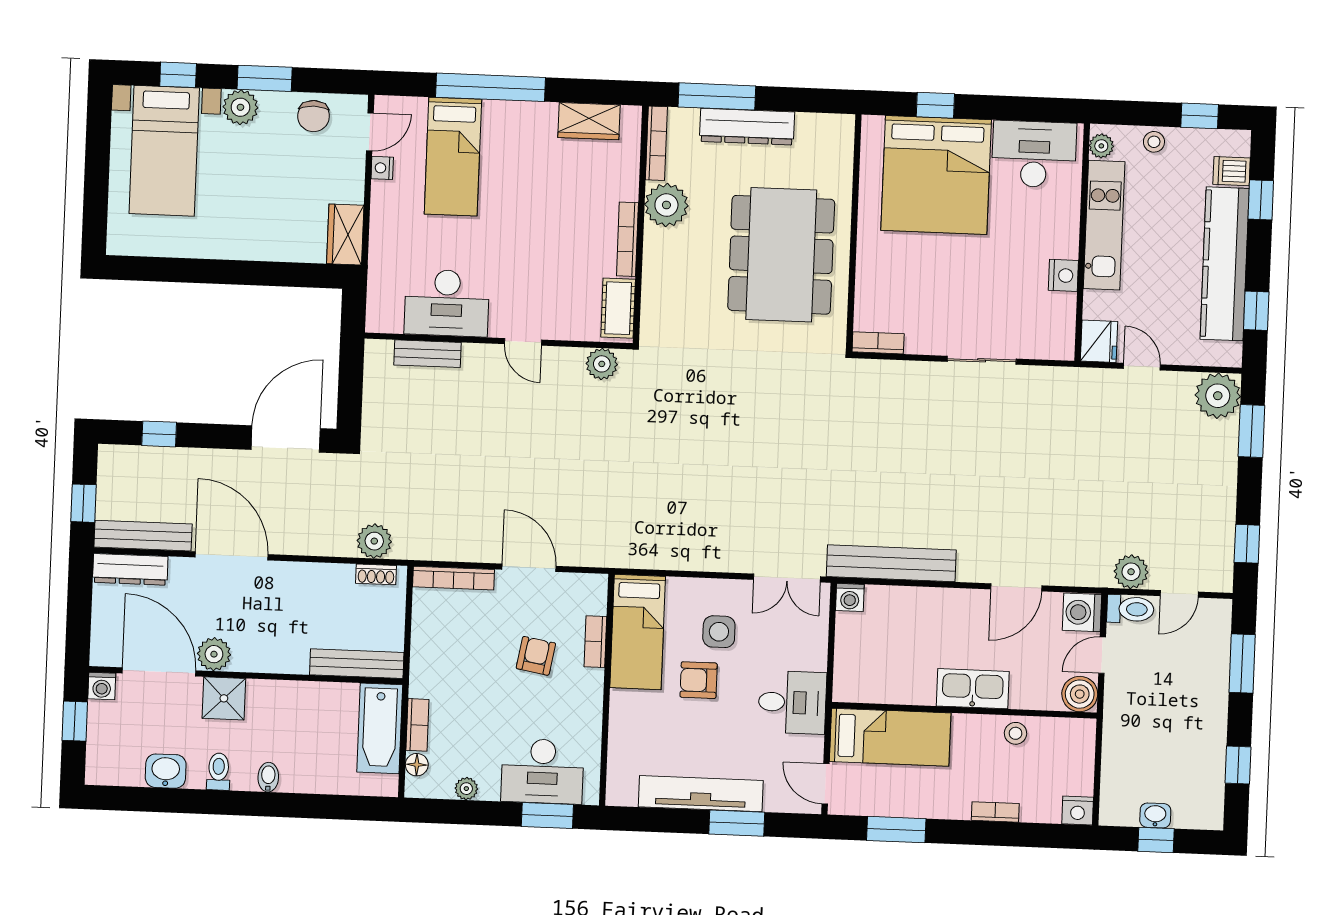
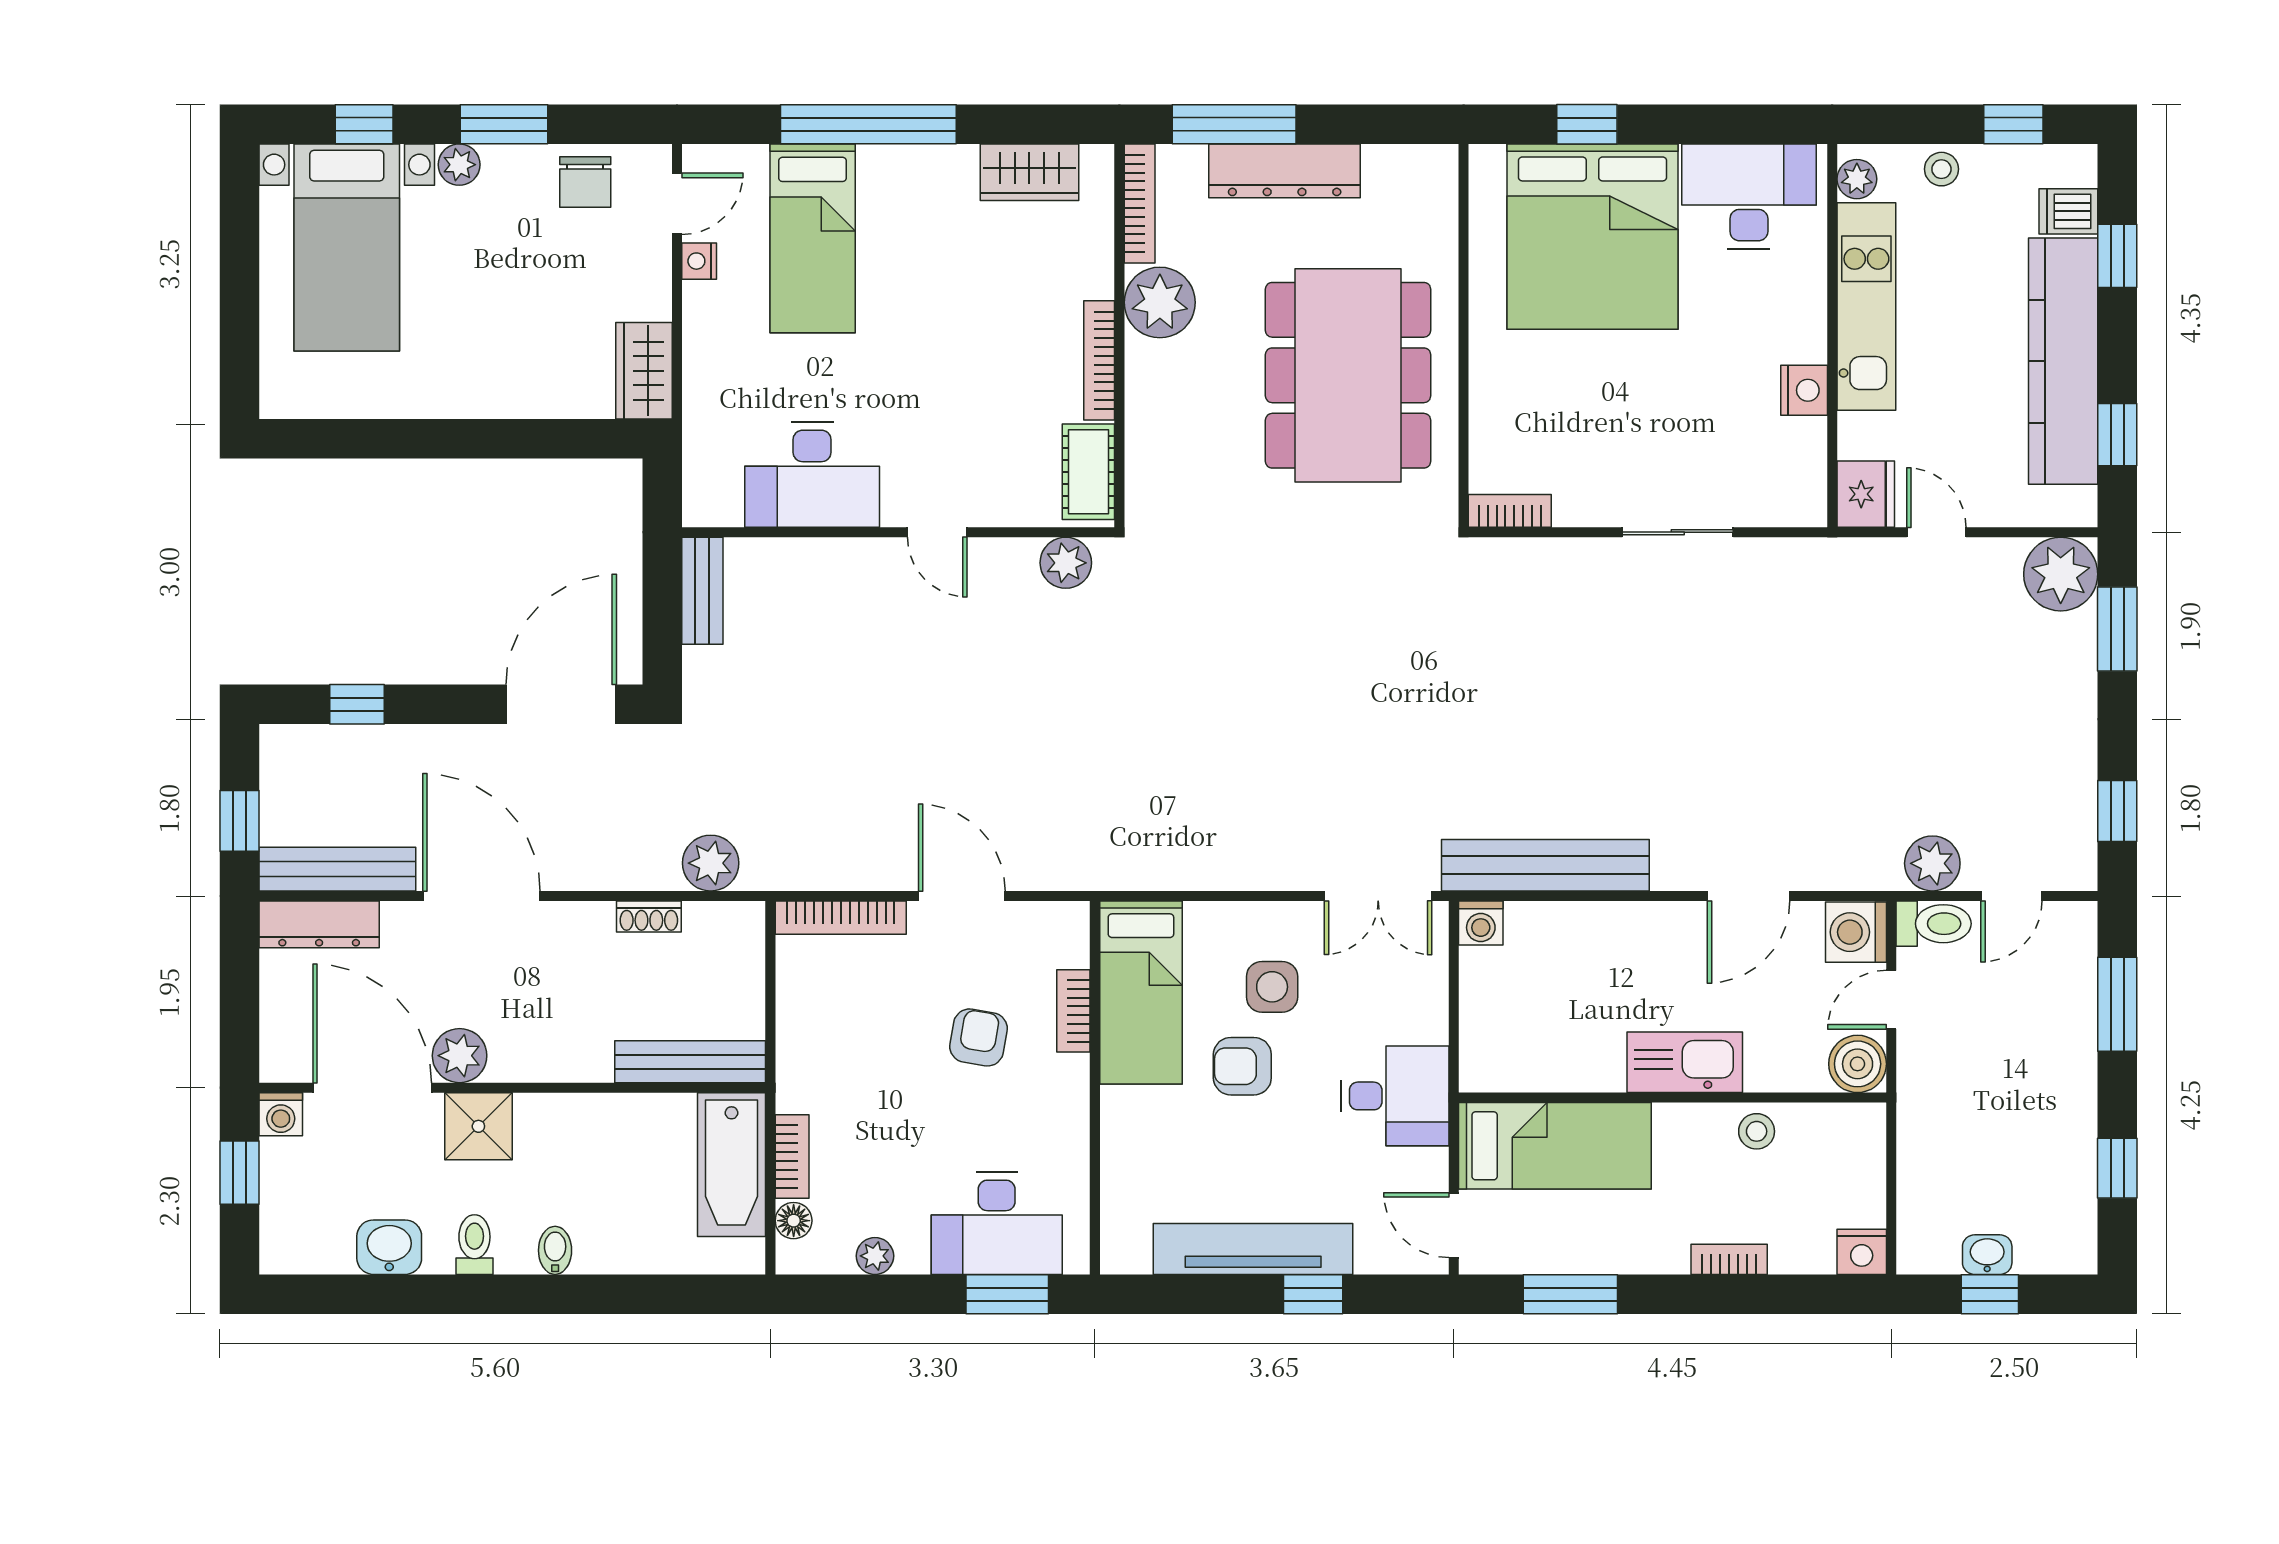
plant: (240, 107) -> (459, 165), width x0.73, depth x0.73
bench: (427, 354) -> (702, 591), moved, turned 90
shoe rack: (376, 574) -> (649, 917), moved
window: (737, 823) -> (1313, 1294), width x0.67

